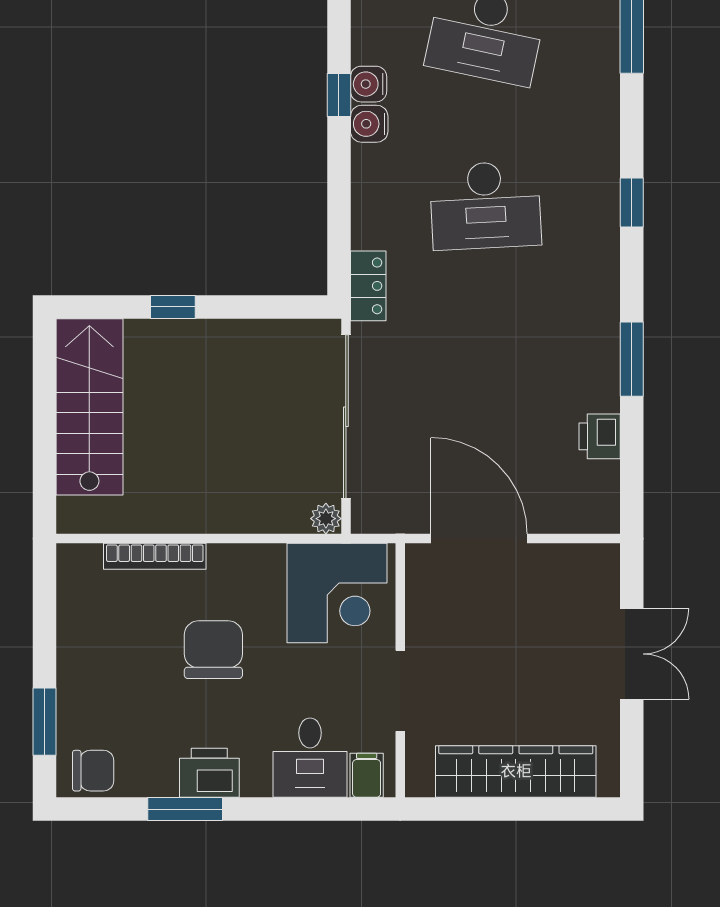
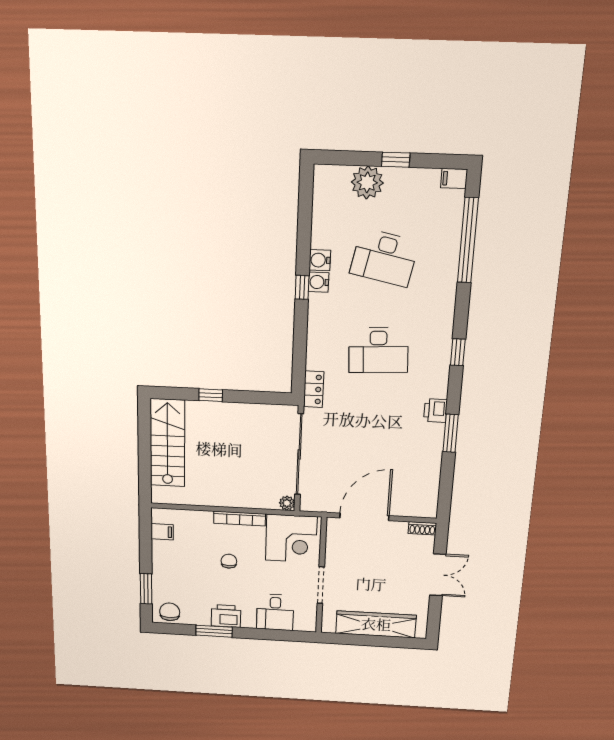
water cooler: (369, 124) -> (320, 260), moved
printer: (600, 436) -> (435, 411), moved
door: (479, 539) -> (364, 517), hinge flipped
bookcase: (155, 556) -> (239, 519), moved
shoe rack: (594, 556) -> (422, 528), added
chair: (213, 650) -> (229, 561), width x0.54, depth x0.54
chair: (93, 771) -> (170, 612), turned -90
filing cabinet: (367, 775) -> (162, 532), moved, turned 90

